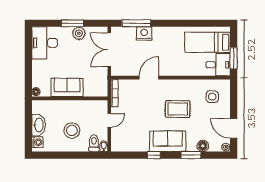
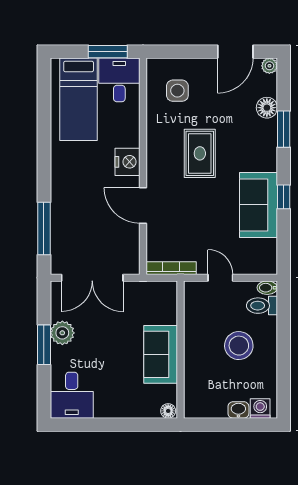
nightstand: (144, 33) -> (128, 162), moved, turned 180
desk: (45, 43) -> (72, 395), width x0.73
washbasin: (39, 125) -> (238, 410), width x0.52, depth x0.69
sofa: (168, 141) -> (258, 205), moved

